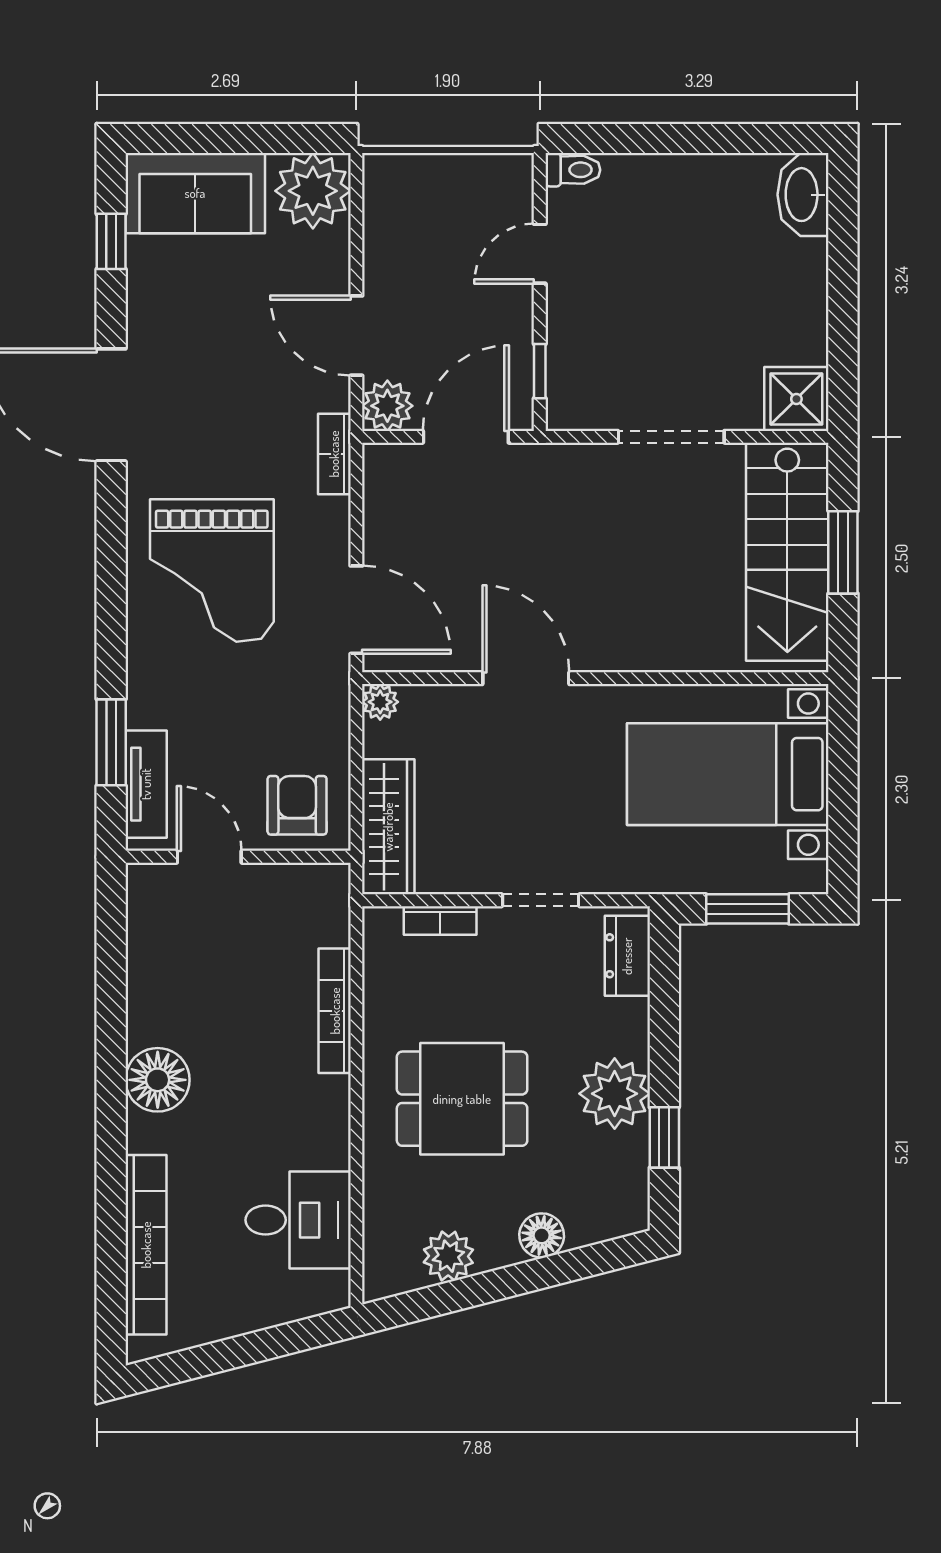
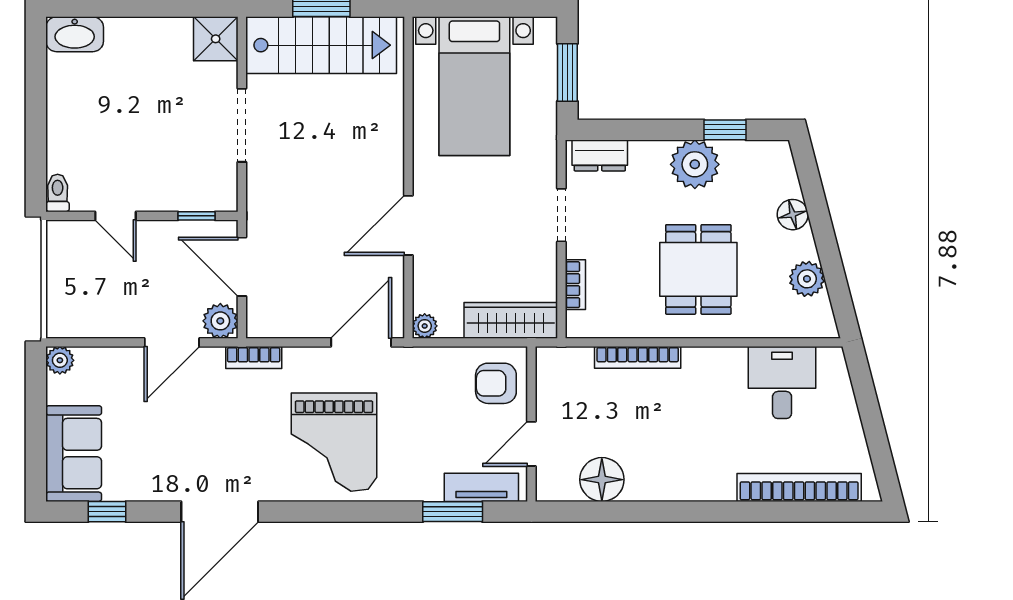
plant: (313, 191) -> (60, 360), width x0.53, depth x0.53
grand piano: (212, 571) -> (334, 442), turned 90
floor lamp: (158, 1080) -> (602, 480), moved

